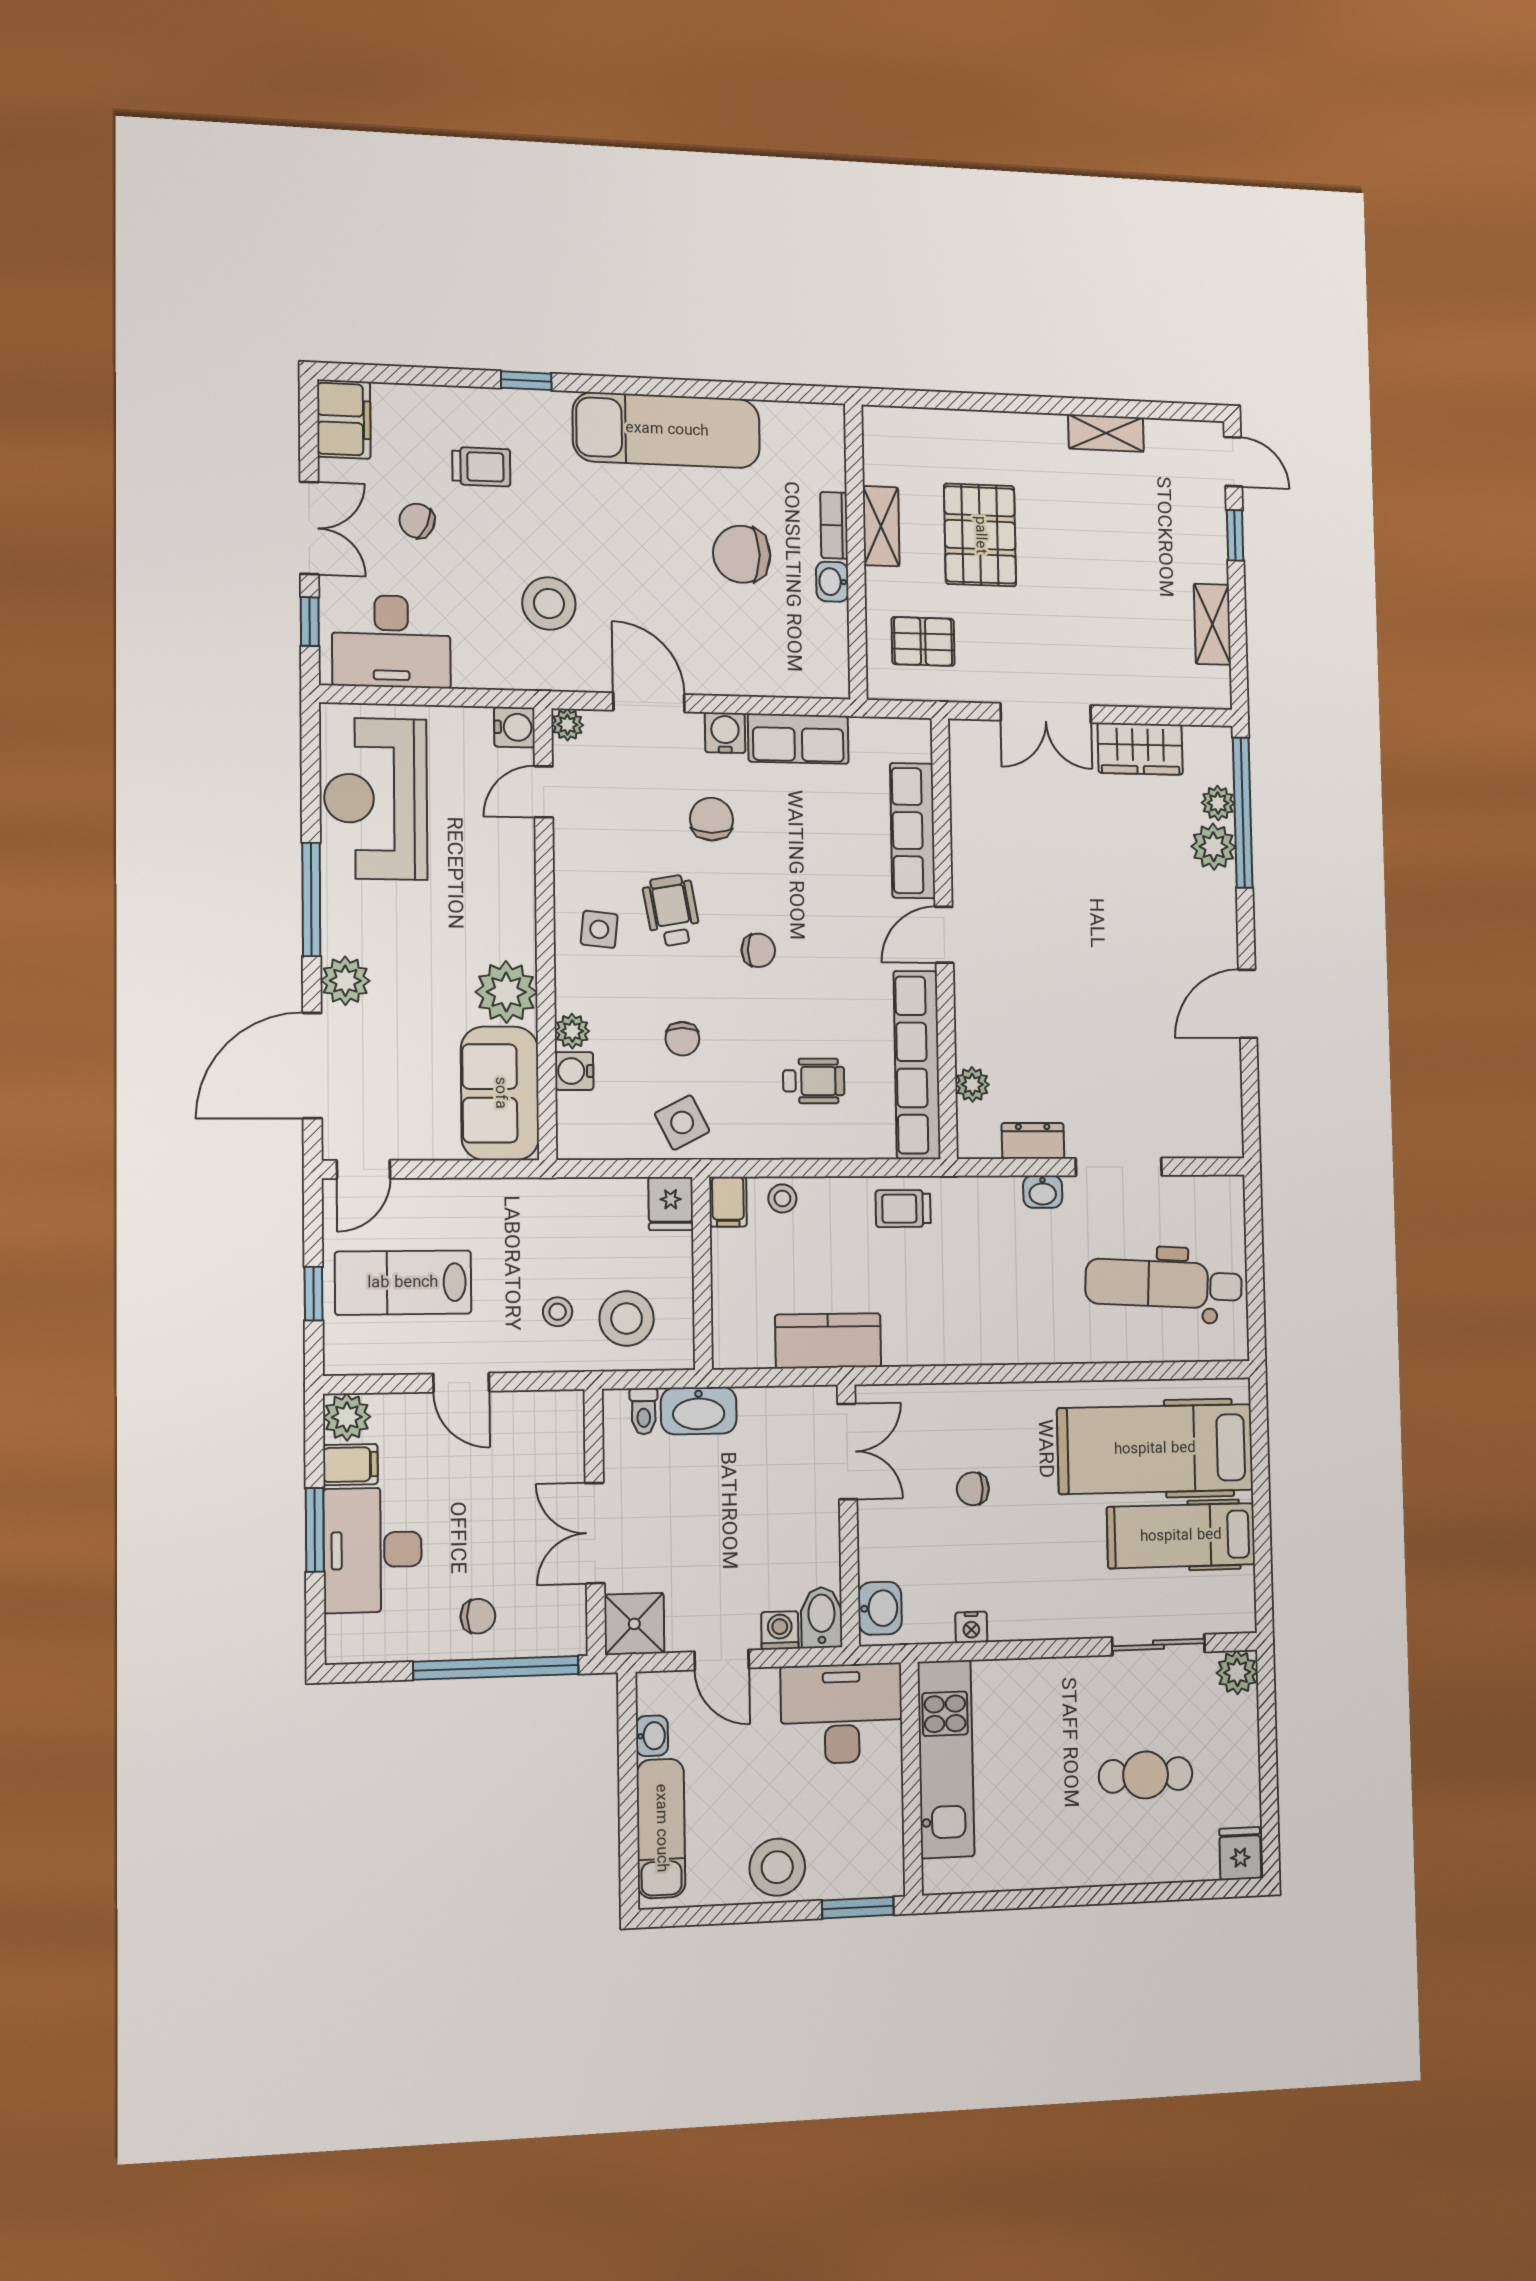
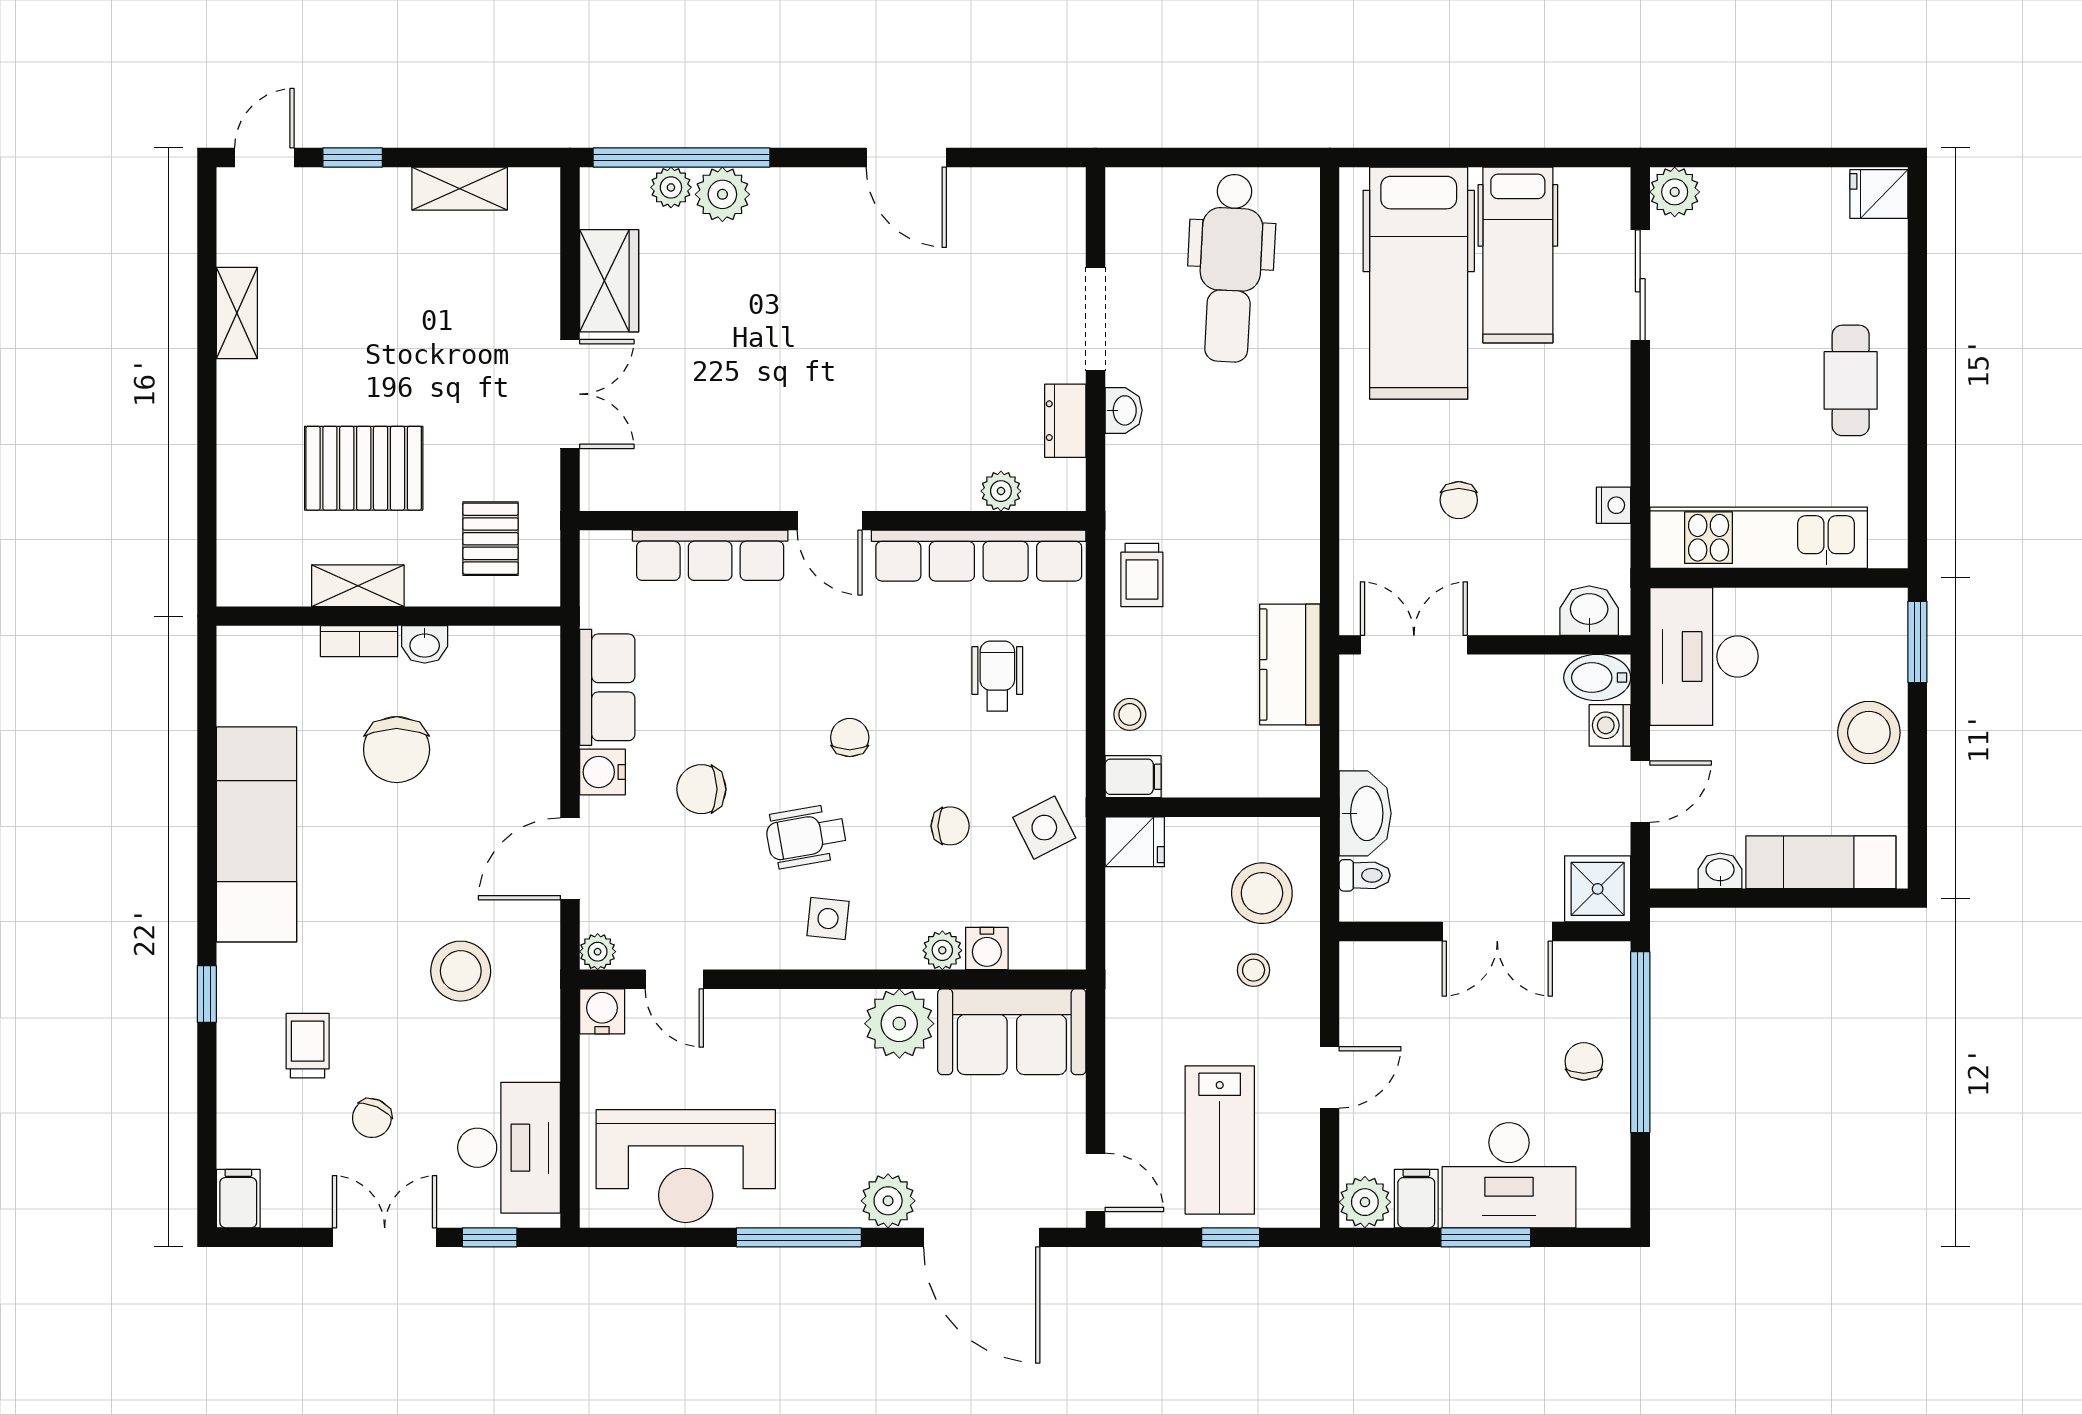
filing cabinet: (344, 419) -> (238, 1199), width x0.50
cafe table: (1146, 1775) -> (1851, 380), moved

